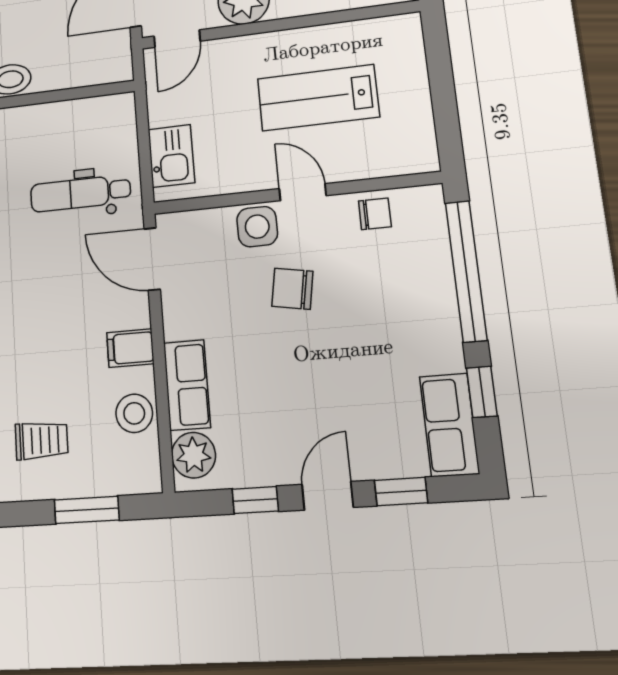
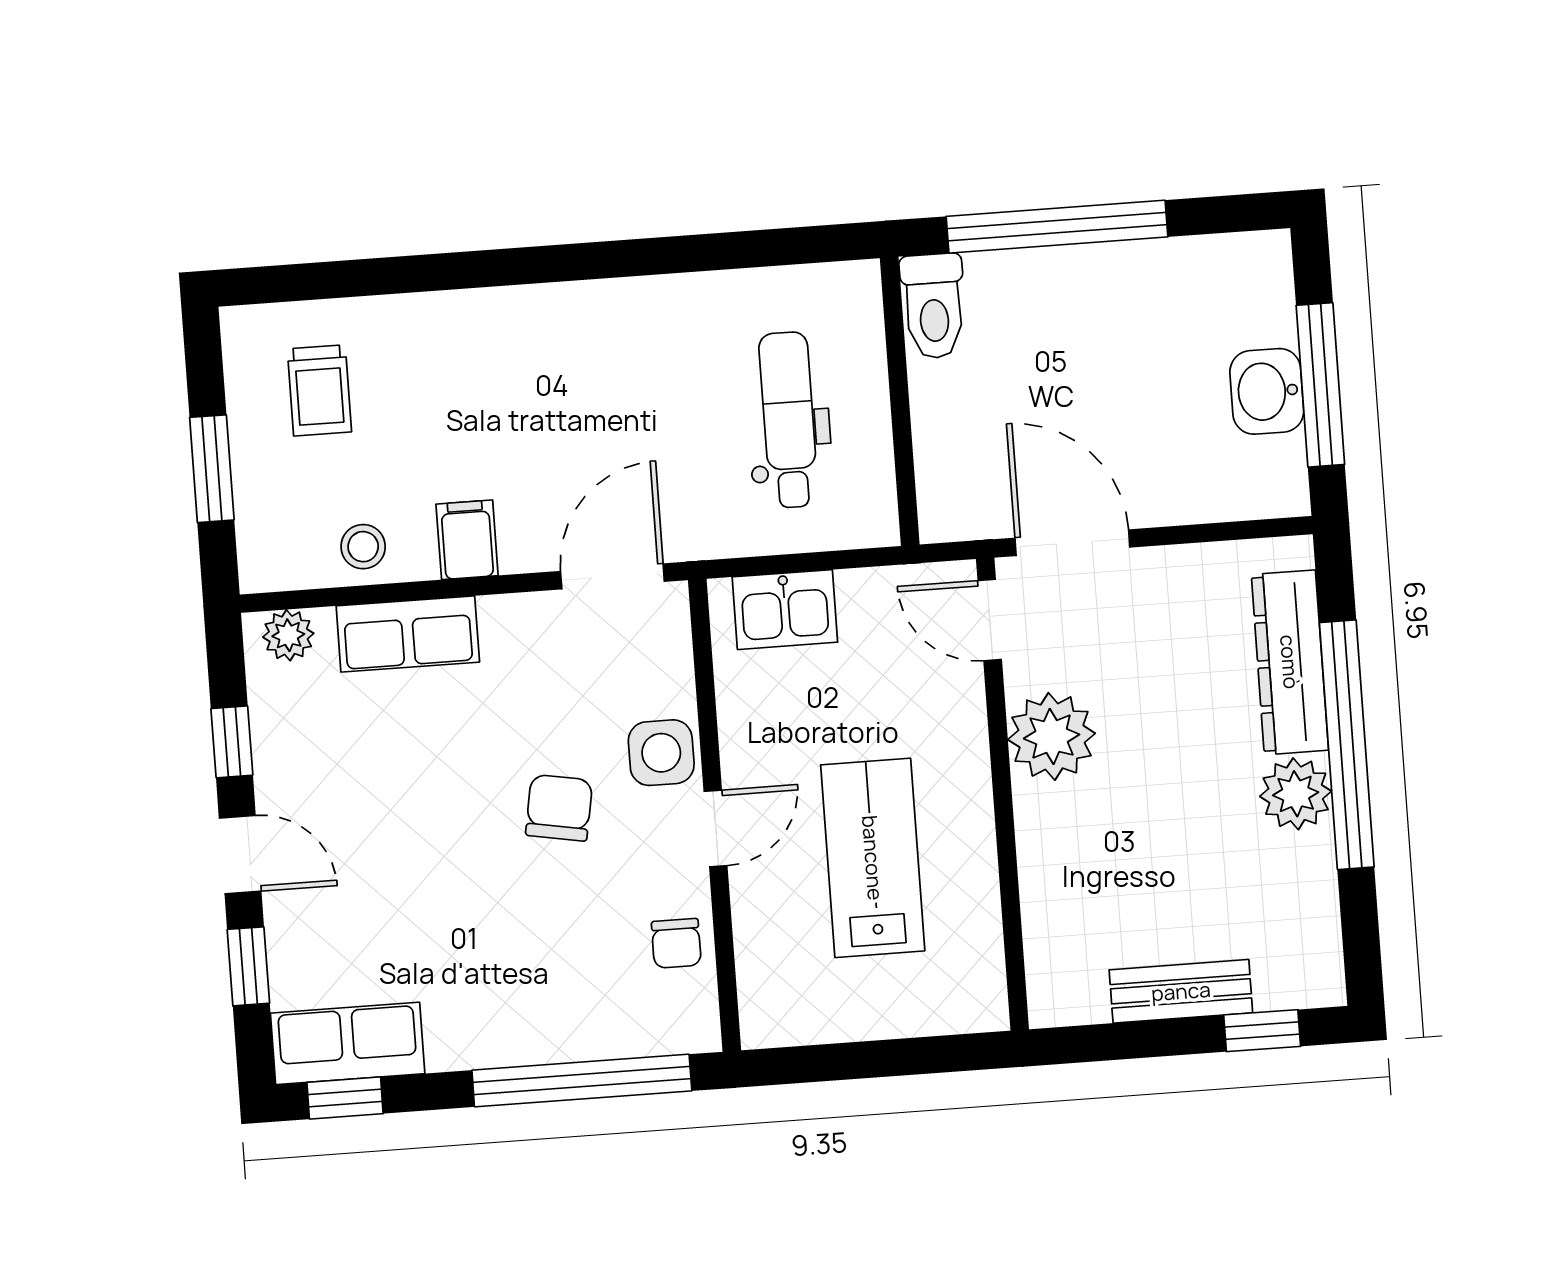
dental chair: (80, 193) -> (789, 420), moved
window: (482, 392) -> (345, 1098), moved
stool: (134, 413) -> (363, 547), width x0.73, depth x0.73
plant: (193, 455) -> (288, 635), width x0.73, depth x0.73

